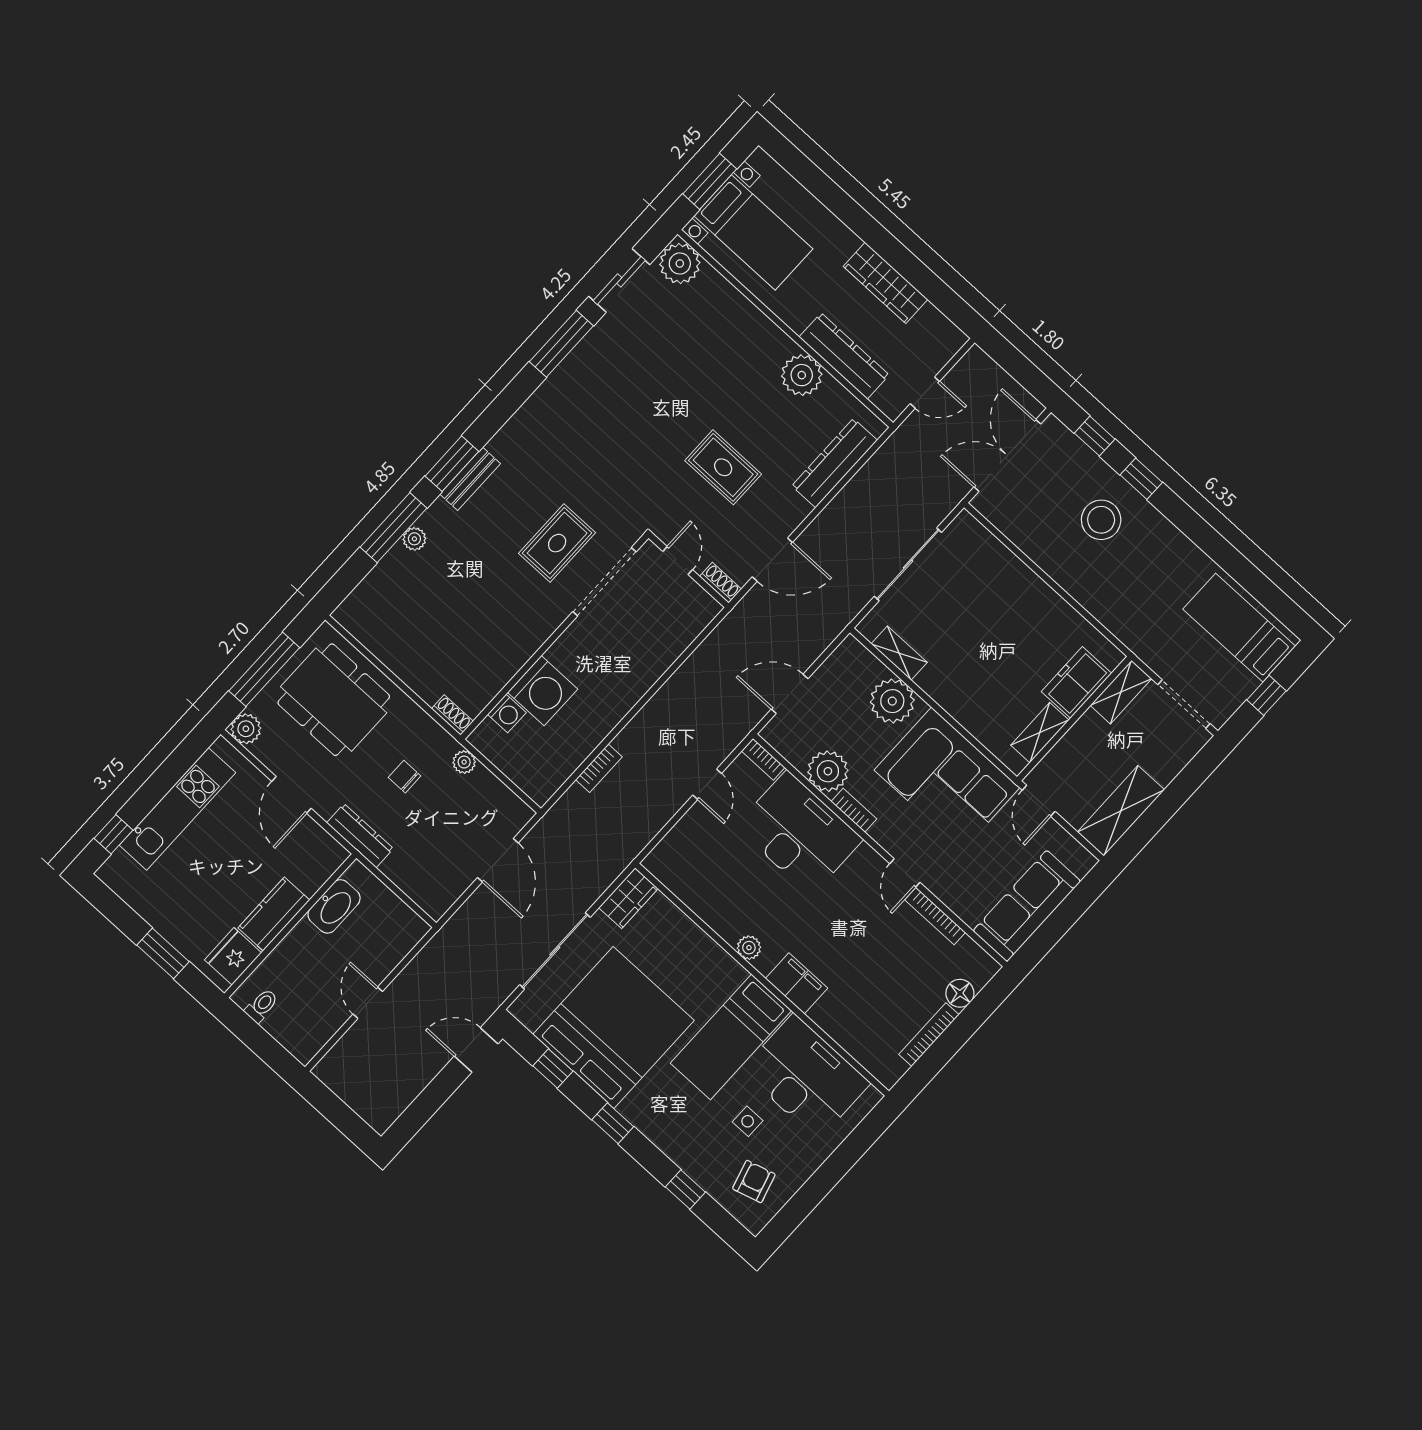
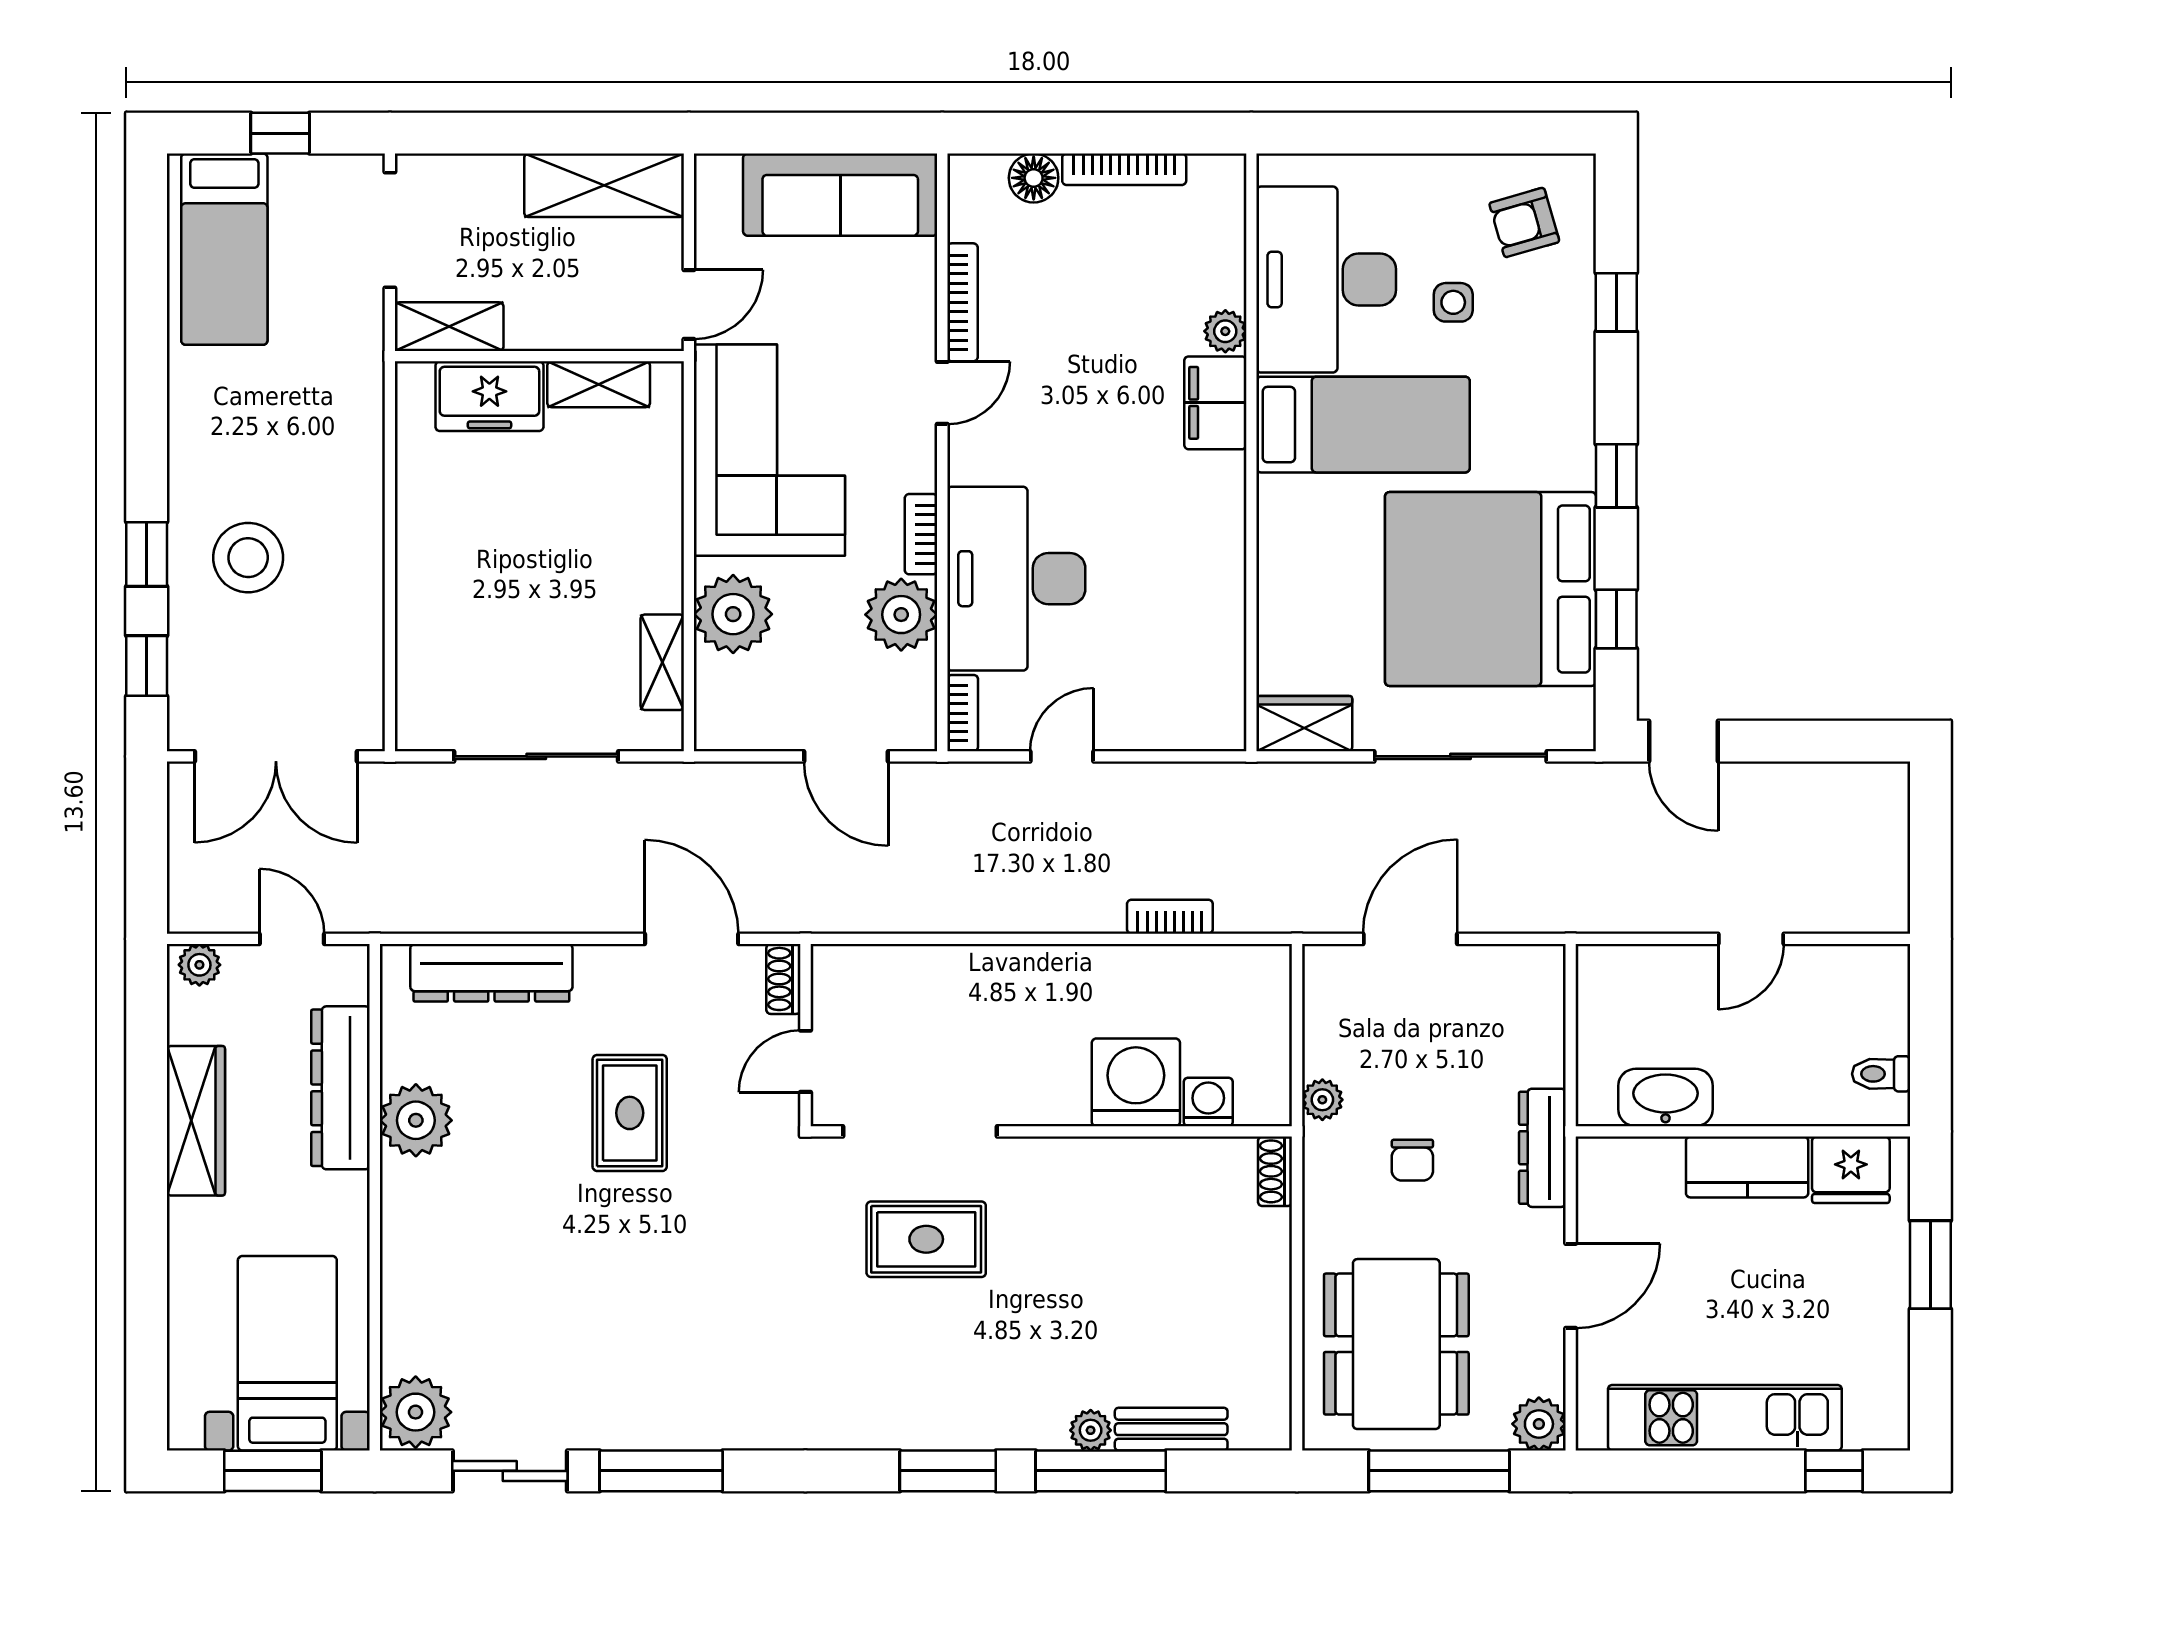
plant: (949, 344) -> (199, 965), added
bench: (470, 479) -> (1171, 1429), moved
plant: (749, 948) -> (1225, 331), moved

